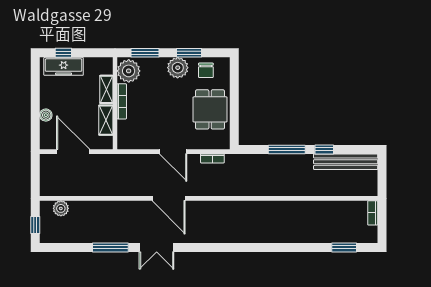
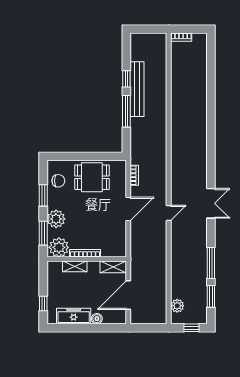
freezer: (64, 66) -> (74, 316), moved, turned -90
plant: (178, 68) -> (56, 219), moved
shelving: (106, 120) -> (113, 267), moved
bench: (346, 162) -> (137, 89), moved
door: (169, 198) -> (169, 213), width x0.53
double door: (157, 247) -> (211, 203), moved
window: (344, 247) -> (211, 296), moved

